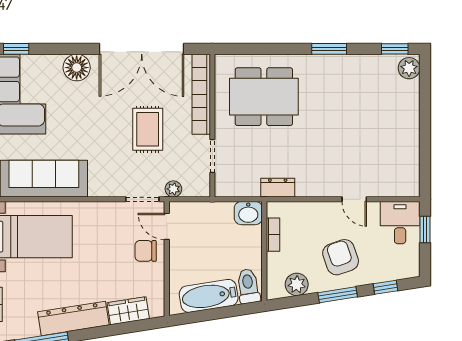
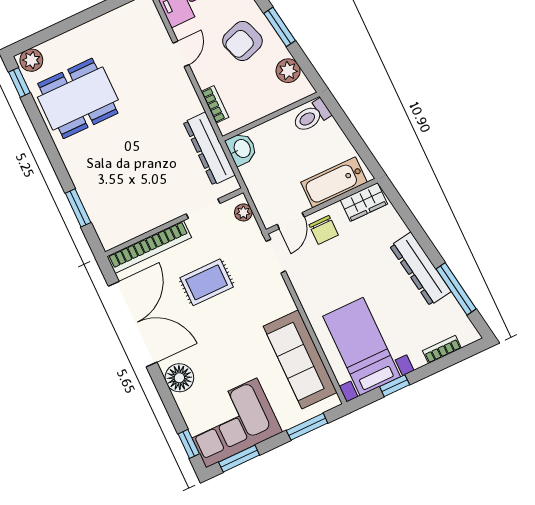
window: (329, 49) -> (78, 208), moved
dining table: (264, 97) -> (78, 98), moved, turned 90
dresser: (278, 188) -> (209, 149), width x1.96, depth x1.24
plant: (173, 189) -> (243, 212), moved
bookcase: (273, 235) -> (215, 104), moved, turned 90
bathtub: (209, 296) -> (334, 182), moved, turned 99
wardrobe: (128, 311) -> (364, 202), moved, turned -81

